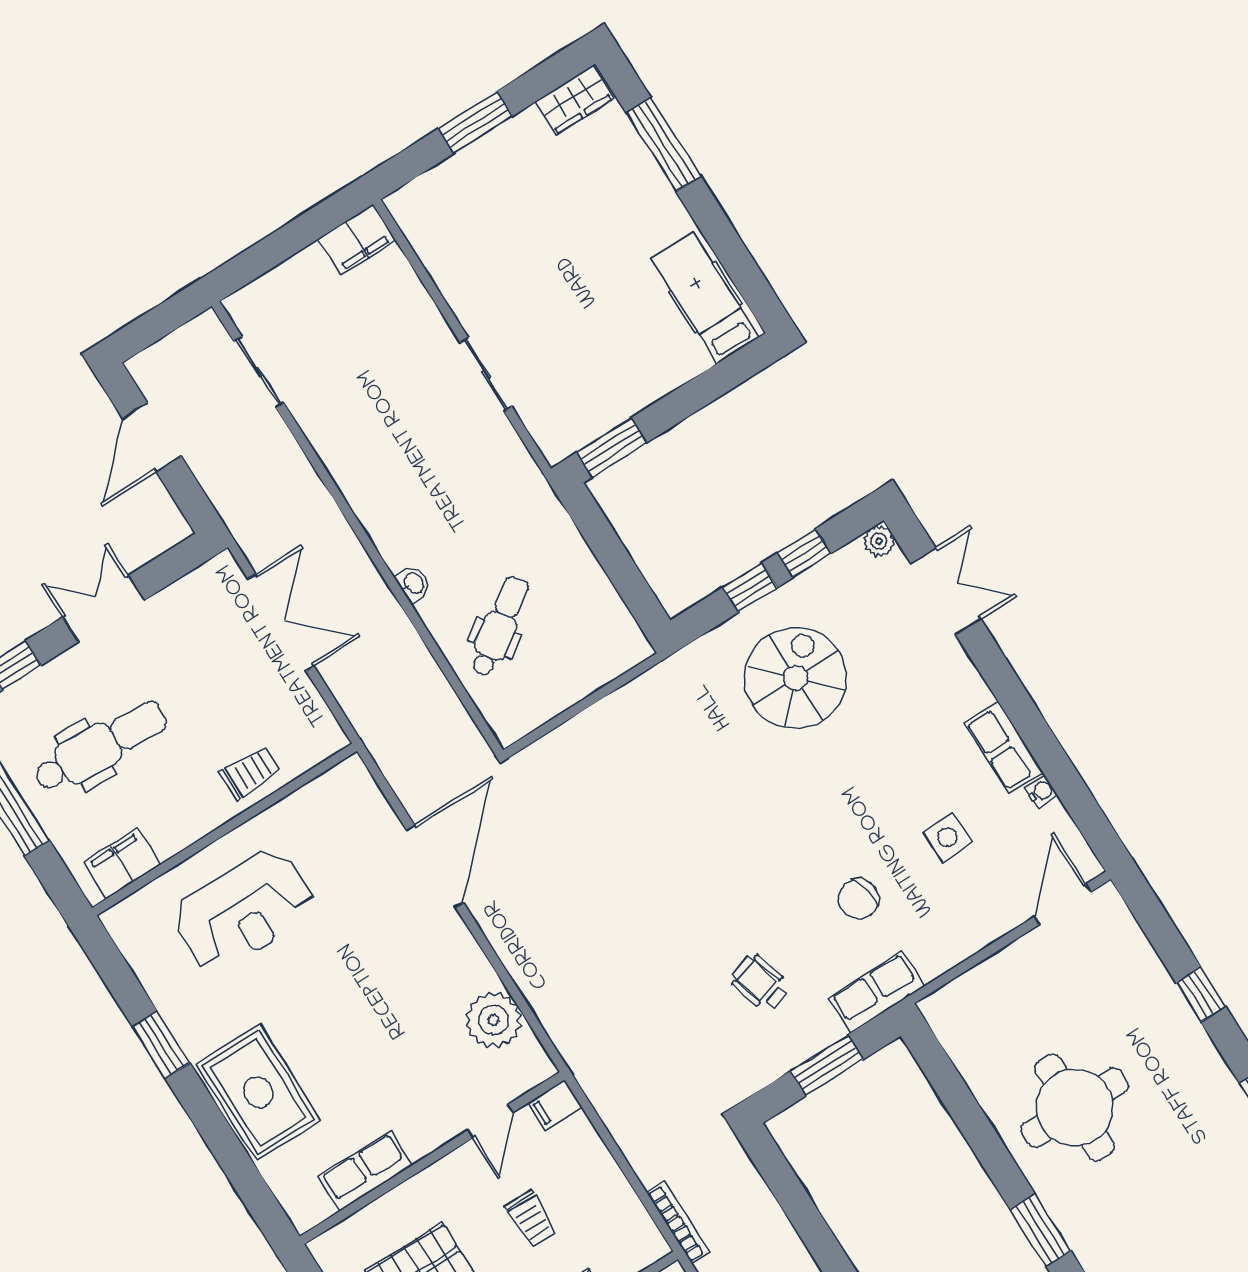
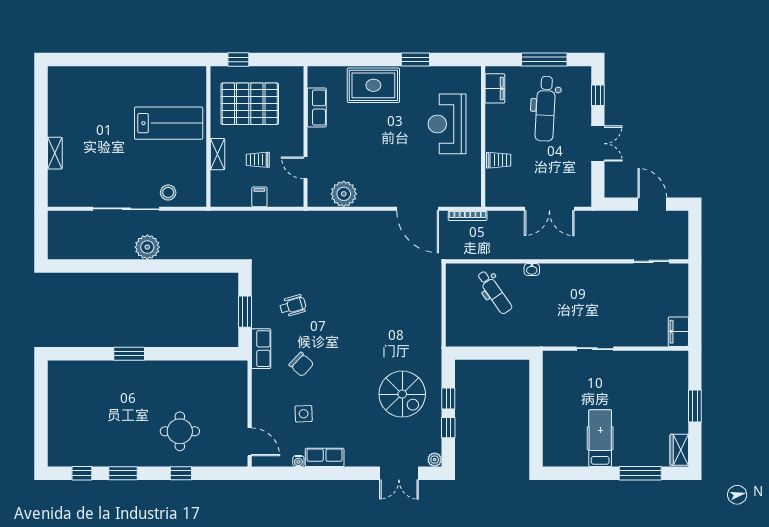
hospital bed: (705, 298) -> (600, 438), moved, turned -90
window: (612, 447) -> (536, 379), removed
trolley: (250, 773) -> (499, 160), turned -90
chair: (859, 899) -> (301, 364), turned 145
filing cabinet: (555, 1105) -> (259, 197), moved
round table: (1075, 1108) -> (180, 431), moved, width x0.73, depth x0.73
bookcase: (678, 1222) -> (468, 216), moved

